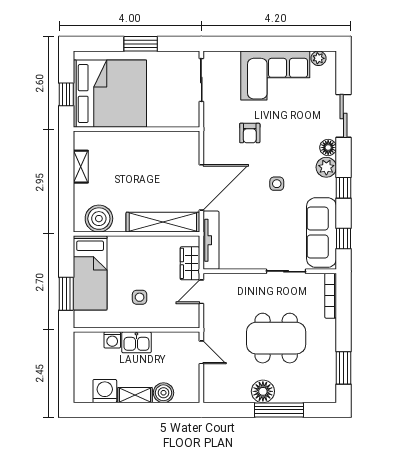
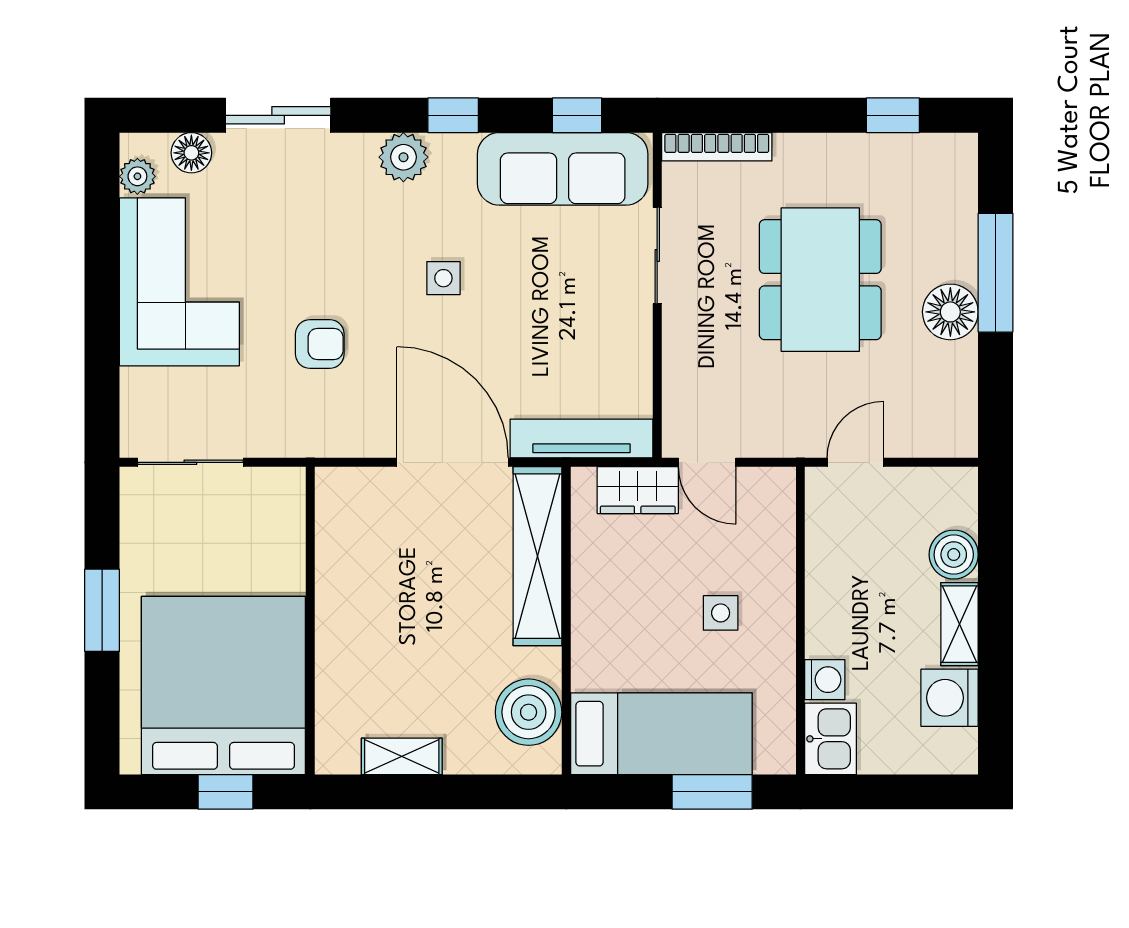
floor lamp: (328, 148) -> (191, 153), moved
kitchen sink: (136, 342) -> (831, 739), moved
window: (343, 368) -> (893, 115), width x0.67

